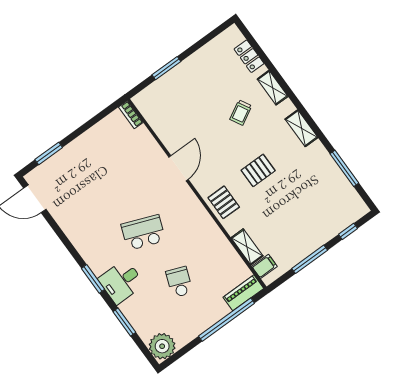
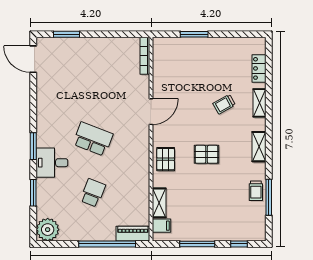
bookcase: (131, 115) -> (145, 56), width x1.56
trolley: (328, 171) -> (256, 191), added

